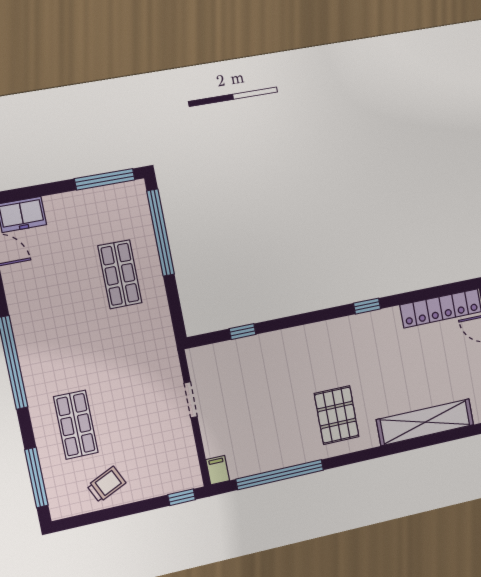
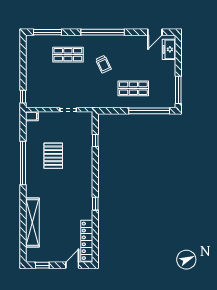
pallet: (337, 415) -> (53, 156), moved, turned 90
window: (280, 475) -> (23, 163), moved
trolley: (106, 484) -> (103, 64), moved

